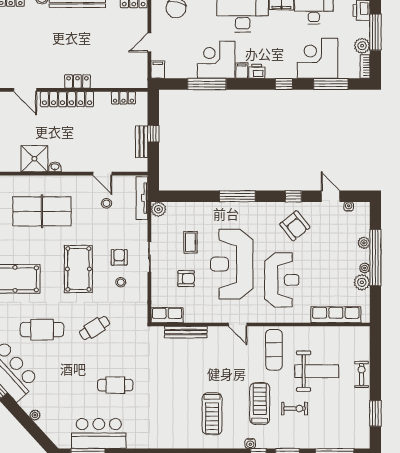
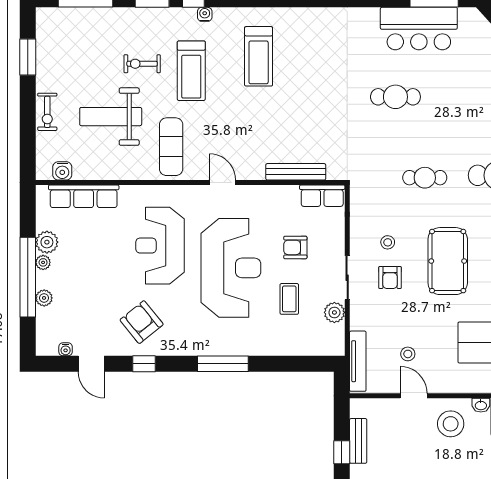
stool: (76, 154) -> (451, 424), added
plant: (158, 209) -> (334, 312), moved
cafe table: (95, 328) -> (425, 178), turned 32
water cooler: (351, 333) -> (62, 171), added
treadmill: (212, 414) -> (259, 56), turned 180

